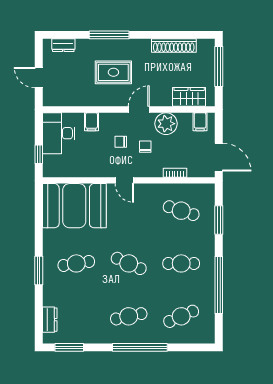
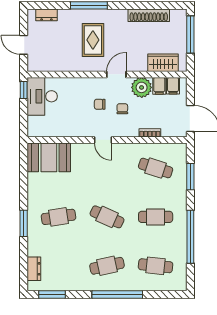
rug: (113, 72) -> (93, 40), turned 90
filing cabinet: (91, 122) -> (159, 86), moved
window: (39, 154) -> (24, 90), moved
booth: (74, 206) -> (49, 157), width x0.73, depth x0.70
cafe table: (181, 316) -> (156, 266), turned 30

